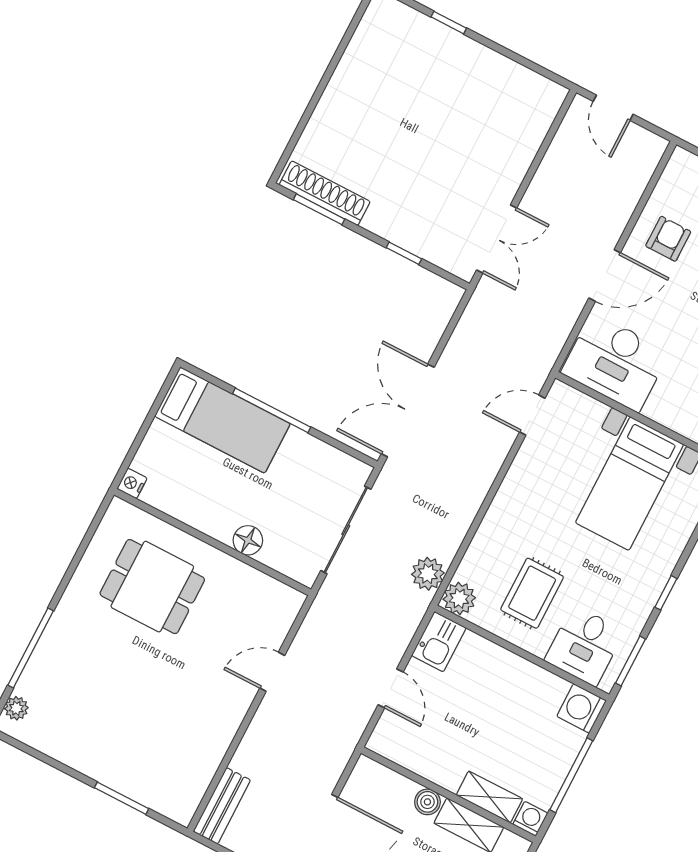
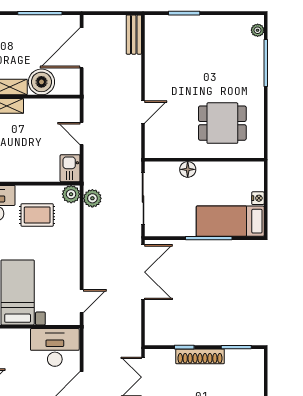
shoe rack: (325, 193) -> (200, 356), moved
nightstand: (132, 483) -> (258, 198), moved
rug: (532, 593) -> (37, 215), turned 90
boiler: (427, 802) -> (41, 82), width x1.86, depth x1.86

